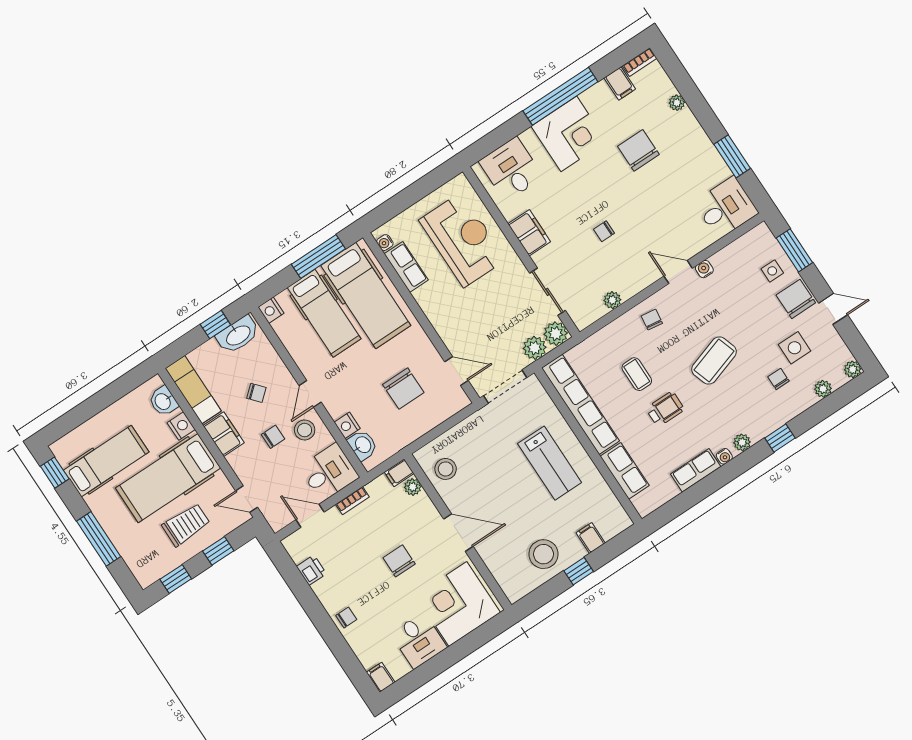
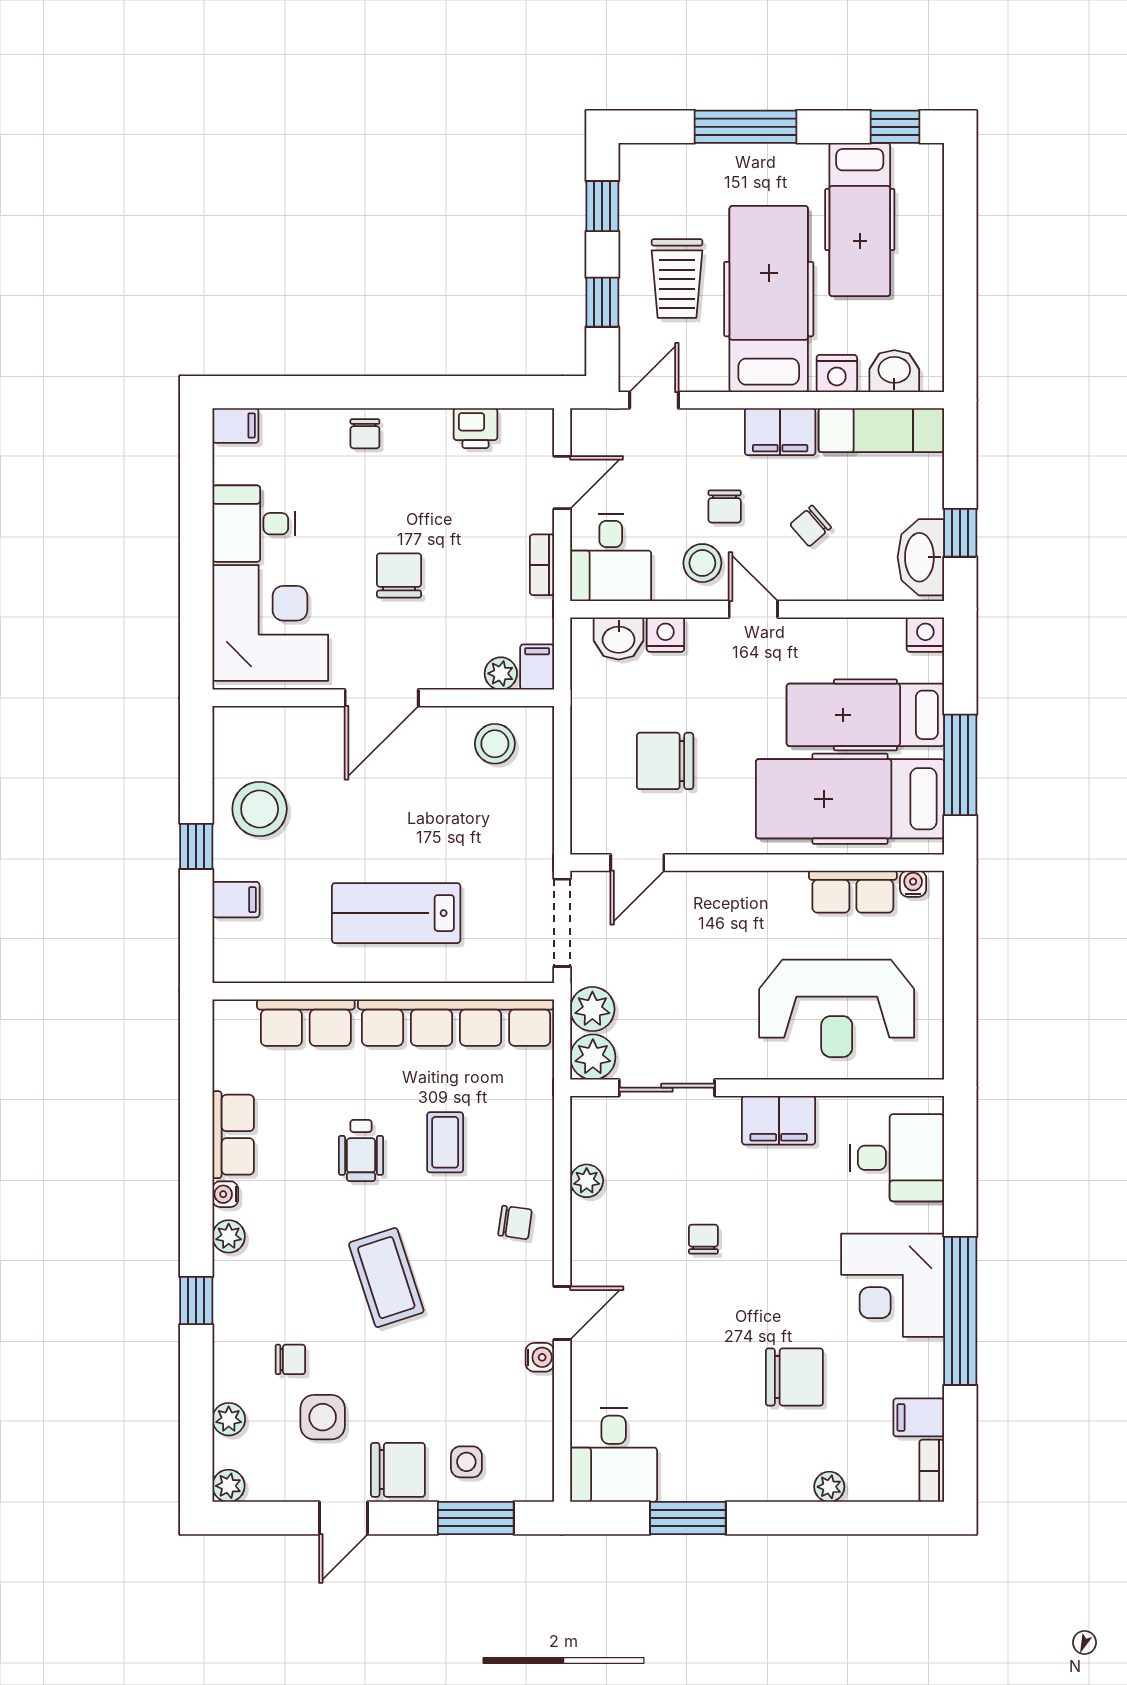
coffee table: (637, 374) -> (445, 1142), turned 90
chair: (399, 561) -> (399, 575), turned -90

